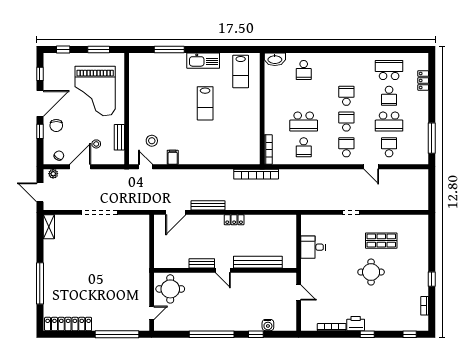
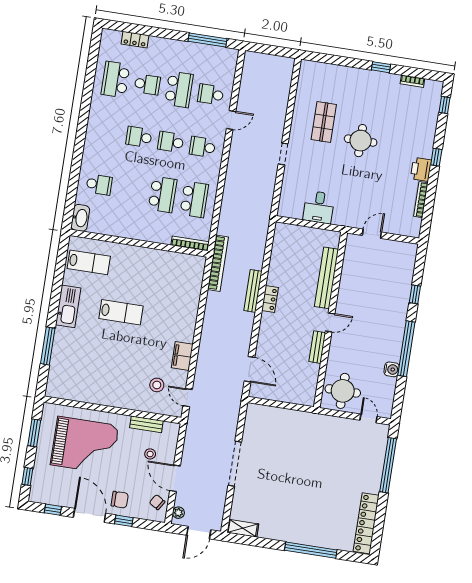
school desk: (304, 147) -> (194, 199), width x1.85
filing cabinet: (173, 157) -> (182, 356), width x2.00
door: (146, 167) -> (188, 398), hinge flipped
bench: (208, 205) -> (253, 291), moved
water cooler: (268, 325) -> (392, 369), moved

